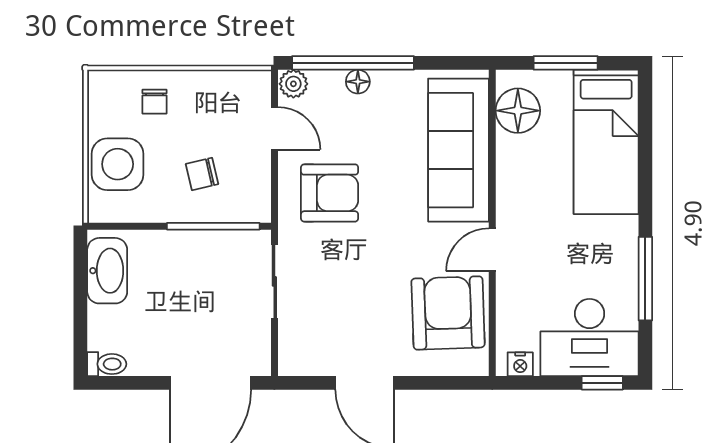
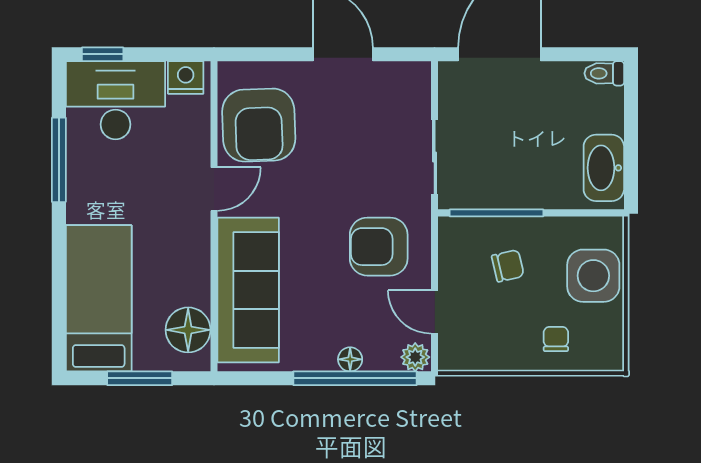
nightstand: (520, 364) -> (186, 78), width x1.39, depth x1.35

